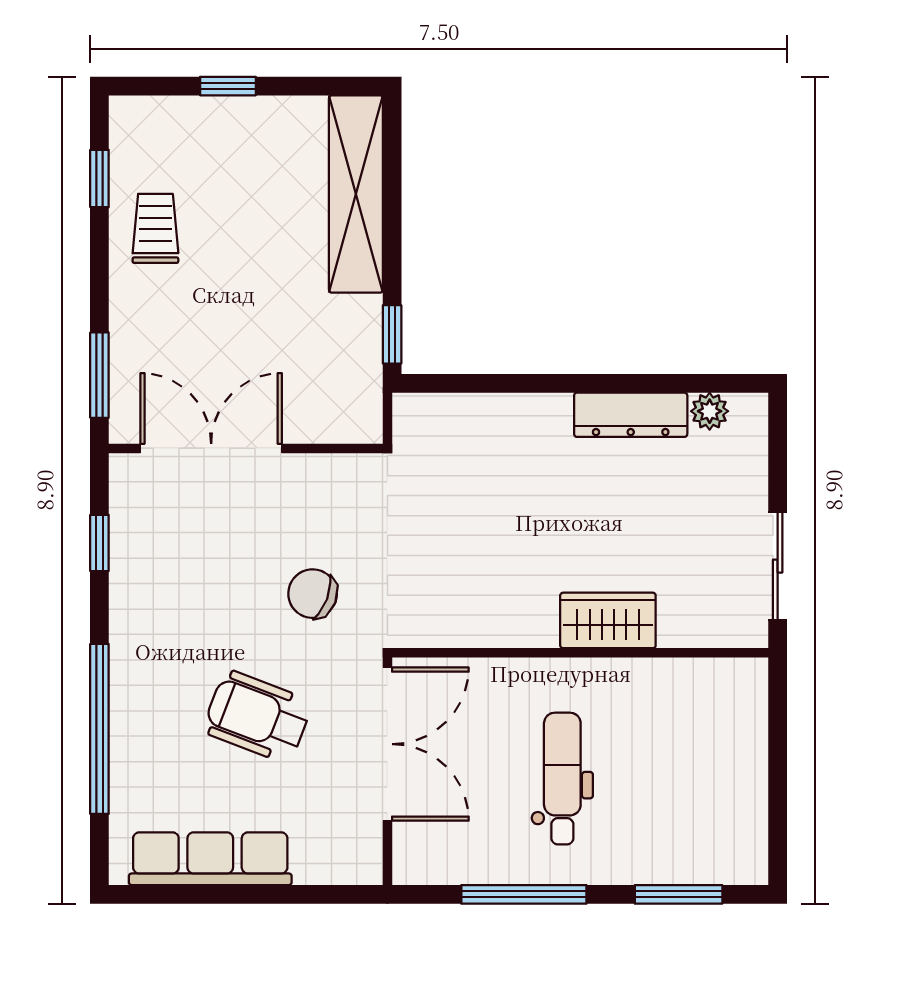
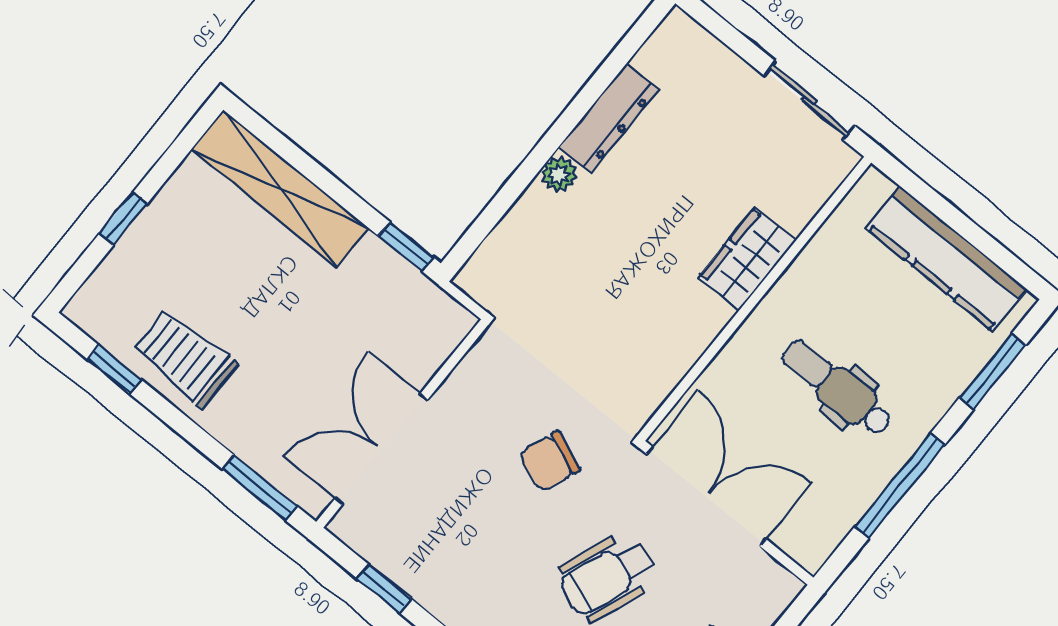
trolley: (155, 228) -> (185, 358), width x1.36, depth x1.39
plant: (710, 411) -> (559, 175), moved
kitchen counter: (740, 783) -> (947, 259), added

